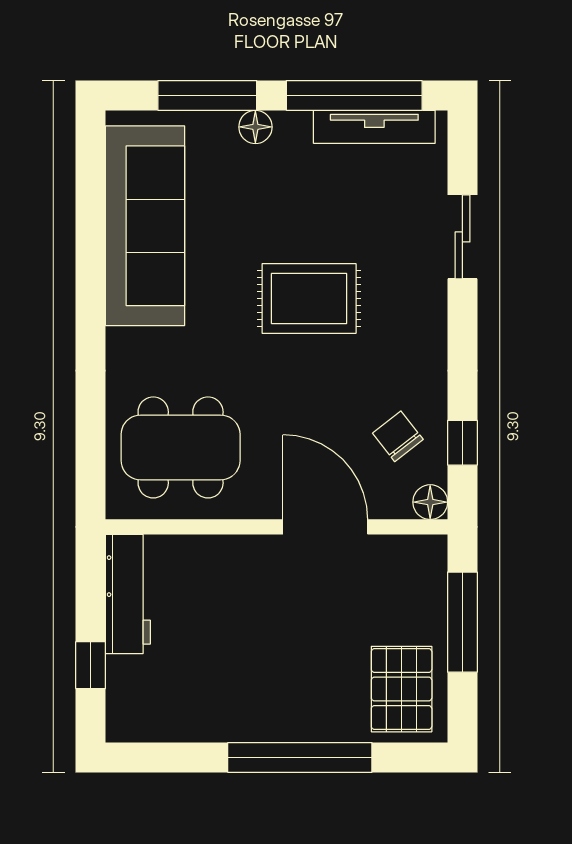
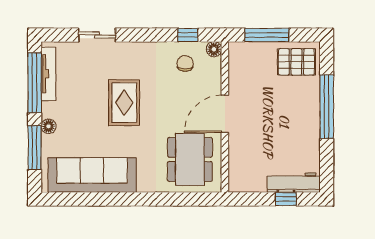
chair: (398, 436) -> (185, 64), turned 128
door: (325, 527) -> (225, 114), moved
workbench: (128, 594) -> (294, 183), moved

